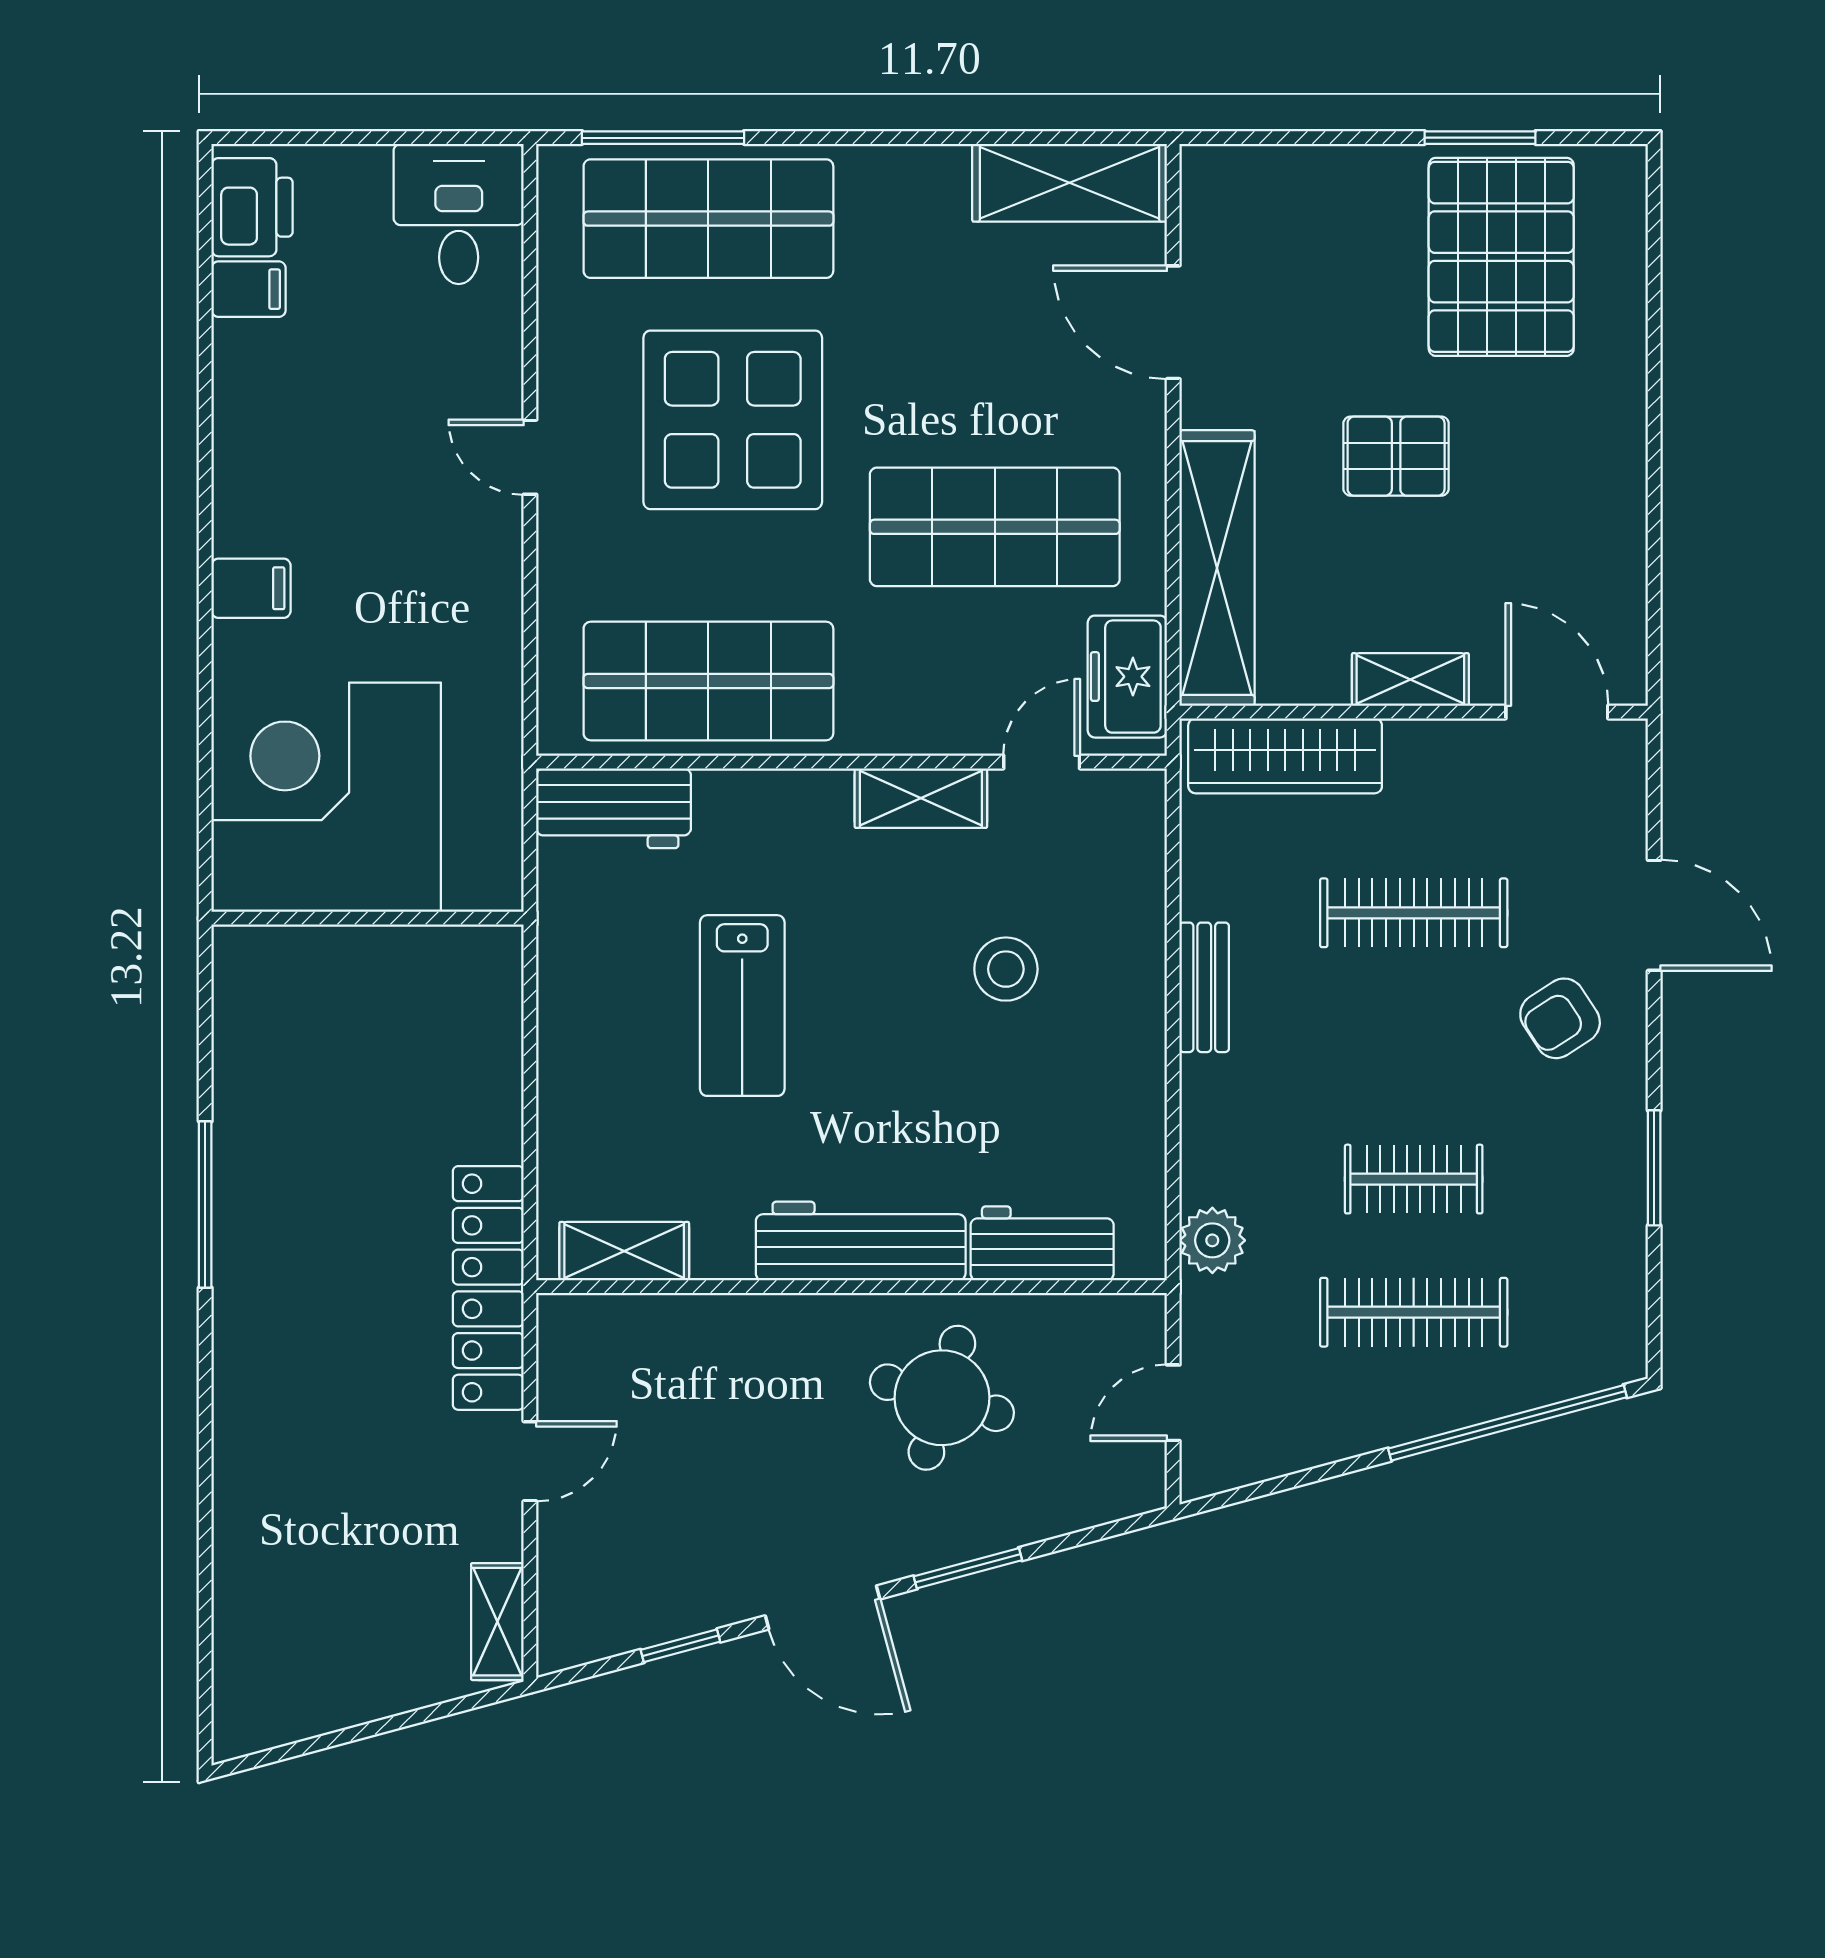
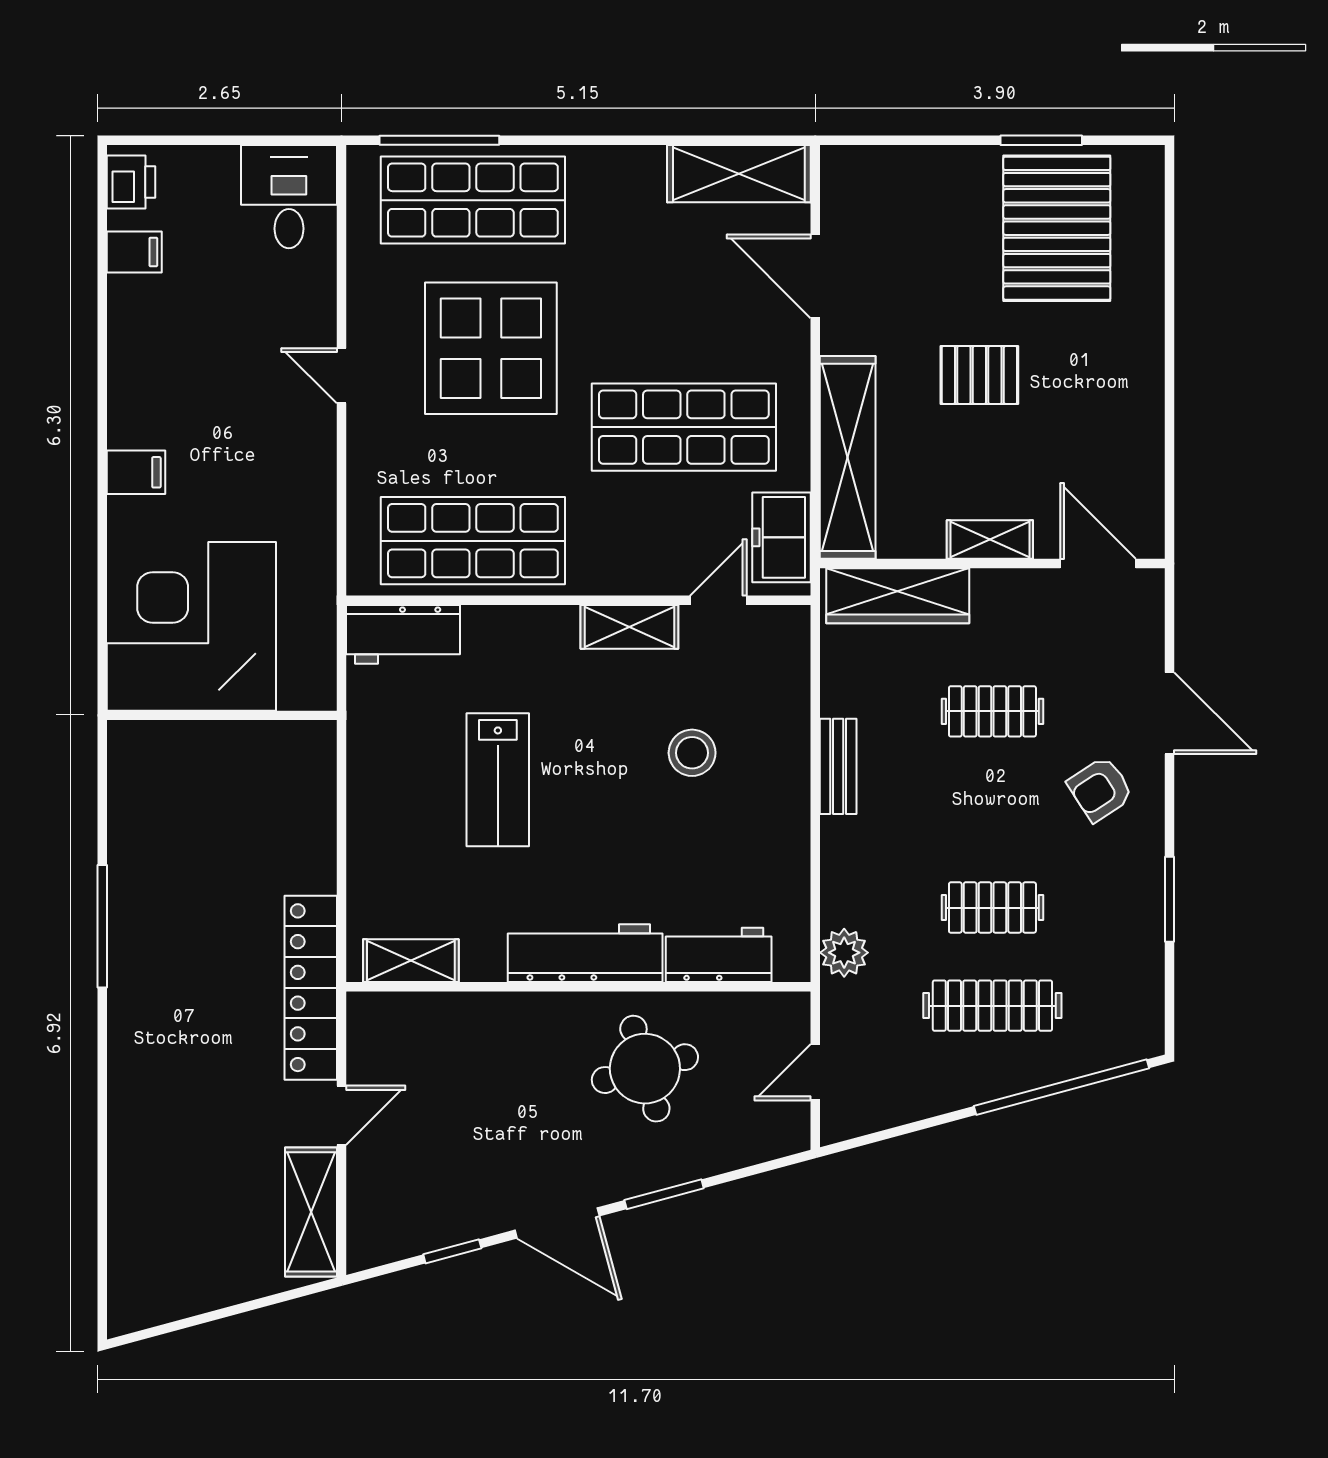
printer: (252, 207) -> (131, 182), width x0.73, depth x0.81
clothes rail: (1414, 913) -> (992, 711), width x0.73
round table: (942, 1398) -> (645, 1069), turned -32
shelving: (497, 1622) -> (311, 1212), width x1.50, depth x1.33

